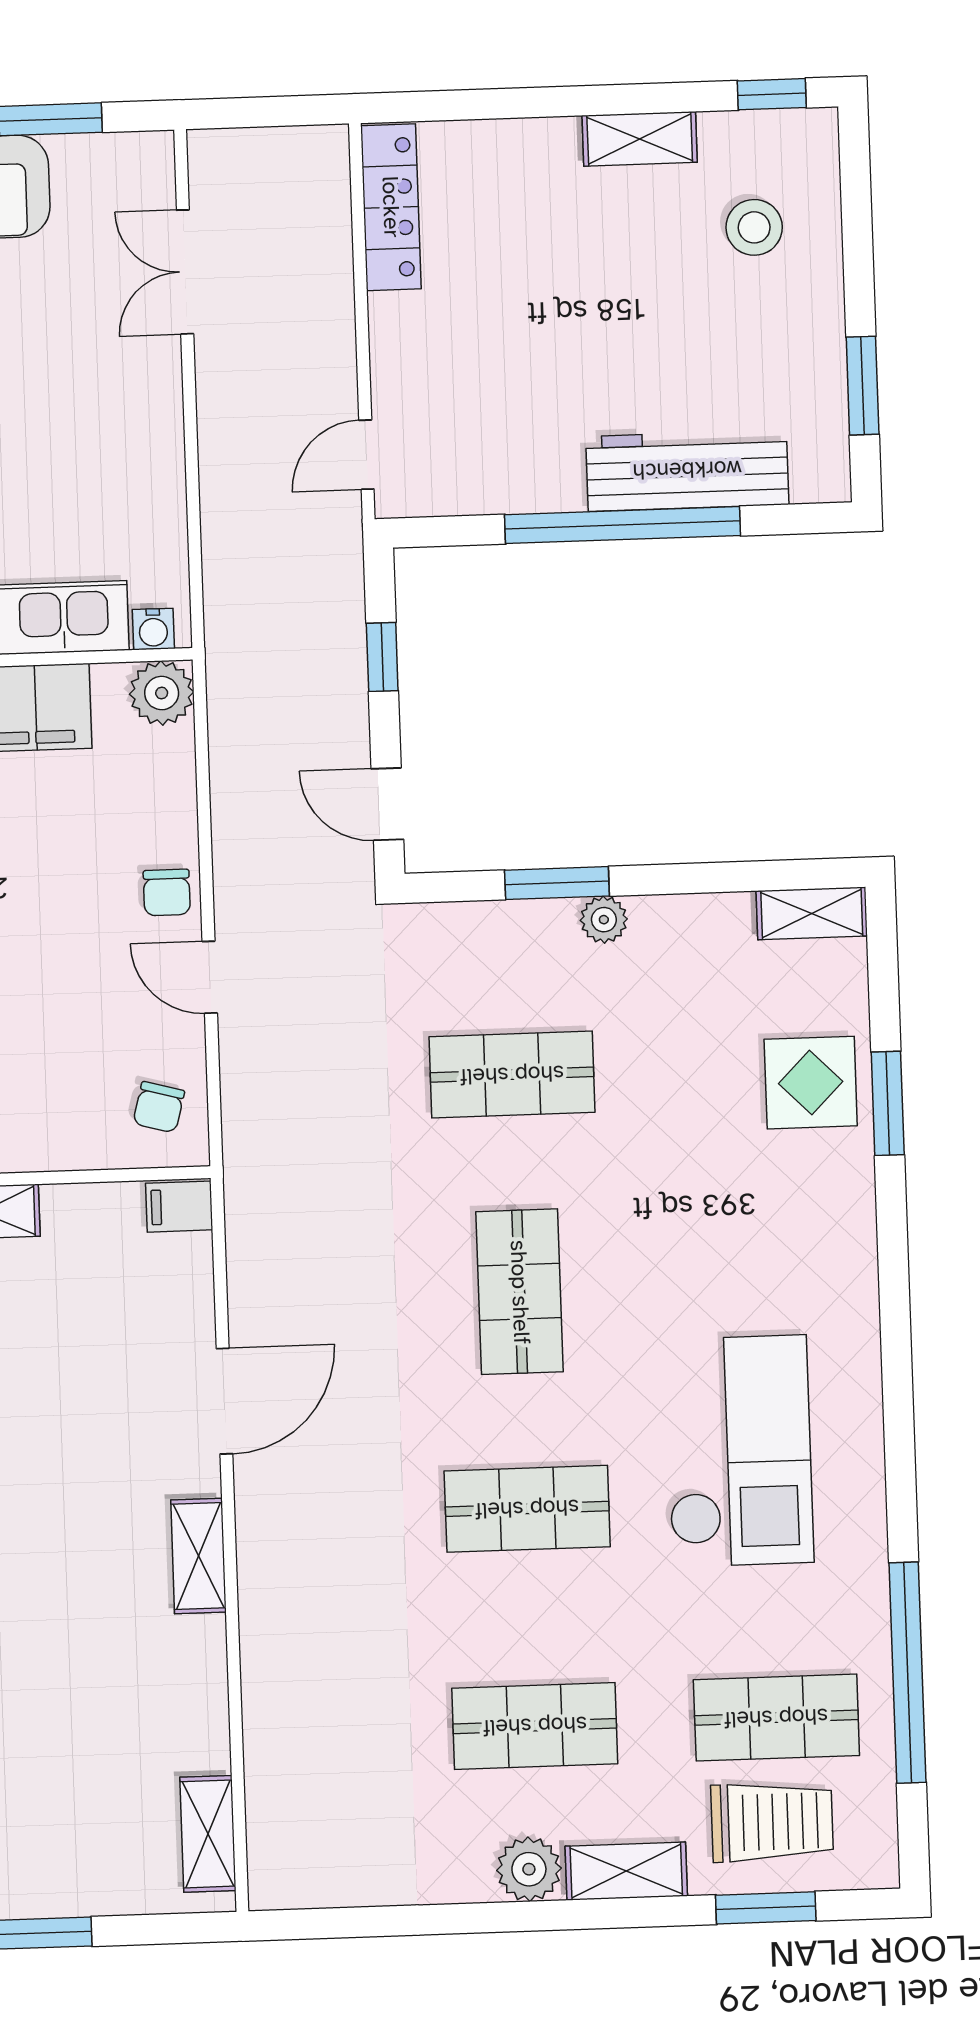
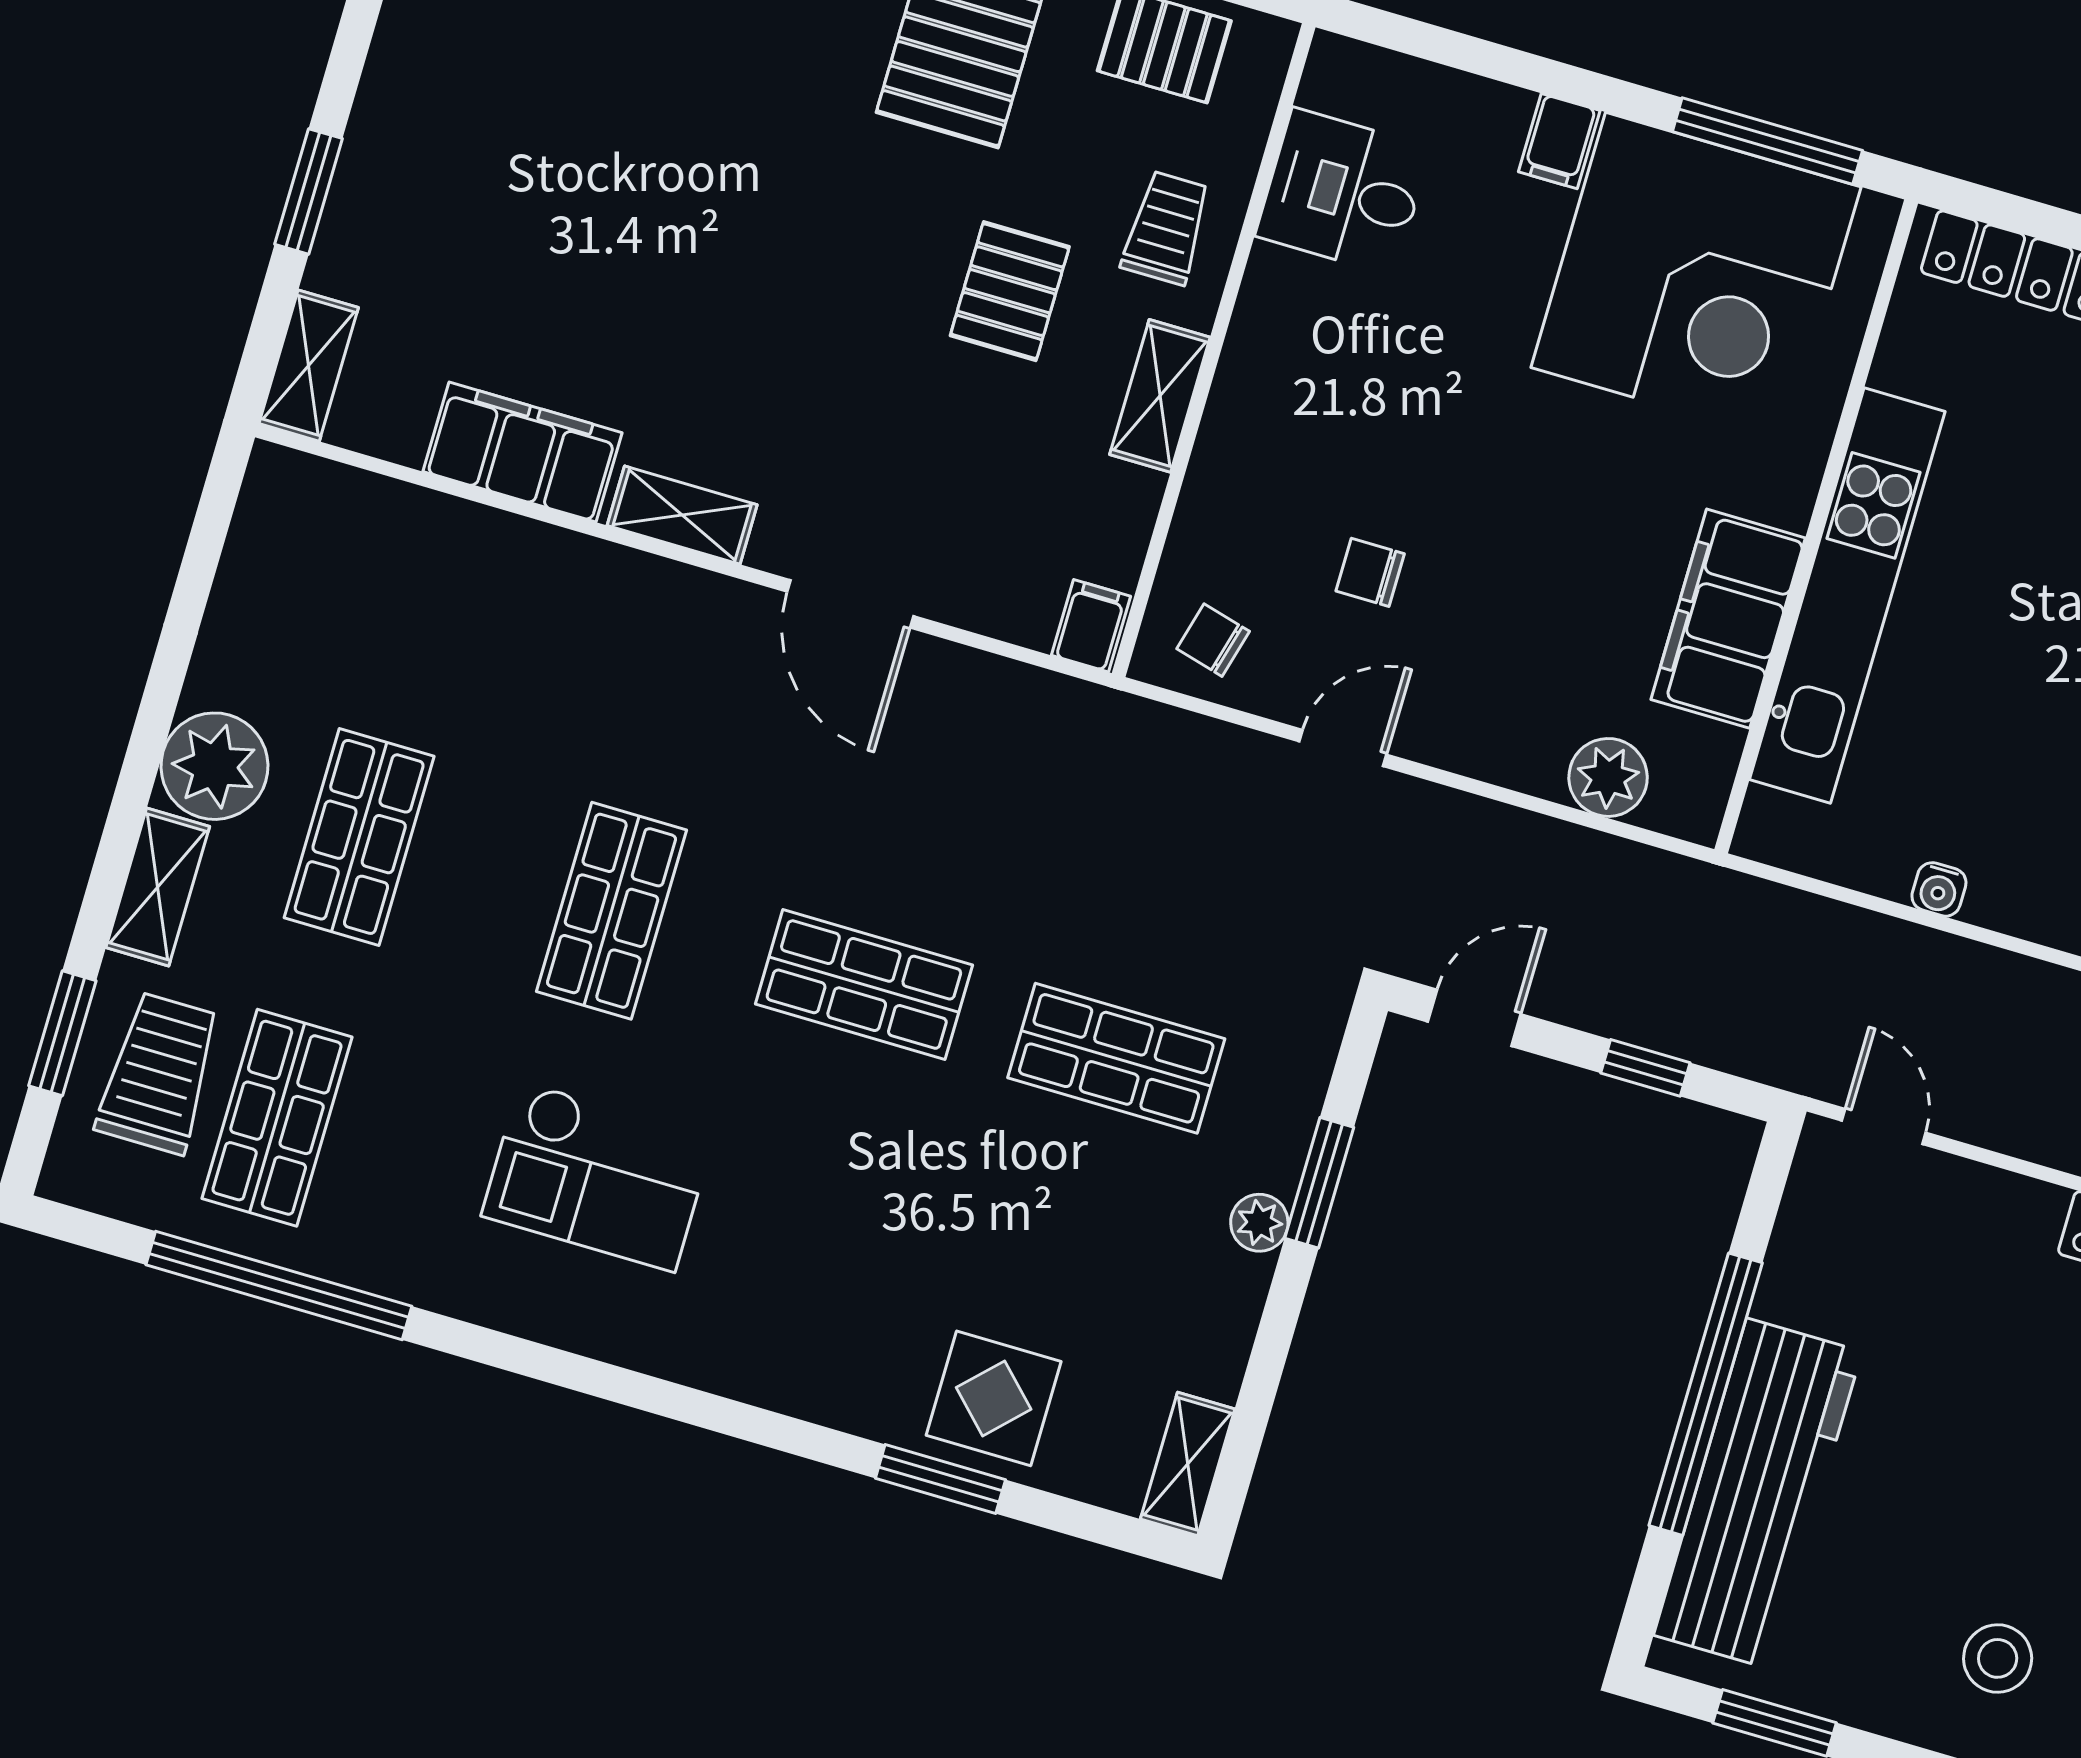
workbench: (687, 470) -> (1758, 1493), width x1.36, depth x1.32
water cooler: (153, 629) -> (1939, 889), moved, turned -90
plant: (162, 693) -> (1608, 777), moved
chair: (167, 893) -> (1370, 572), moved
shop shelf: (512, 1075) -> (1116, 1058), turned 90
checkout: (739, 1451) -> (598, 1176), width x0.73, depth x0.83
filing cabinet: (190, 1698) -> (523, 452), added
trolley: (772, 1822) -> (159, 1073), turned 180
shelving: (208, 1834) -> (309, 366), moved, turned 90
plant: (529, 1869) -> (214, 766), width x1.36, depth x1.36

